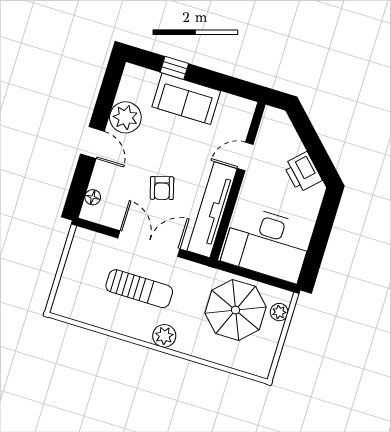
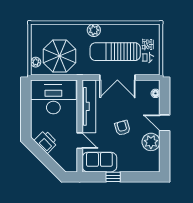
window: (174, 68) -> (113, 177), moved
sofa: (186, 99) -> (99, 162), moved
door: (245, 156) -> (80, 141), hinge flipped
armchair: (162, 188) -> (122, 128), moved
sun lounger: (139, 289) -> (115, 52), width x1.36, depth x1.34

